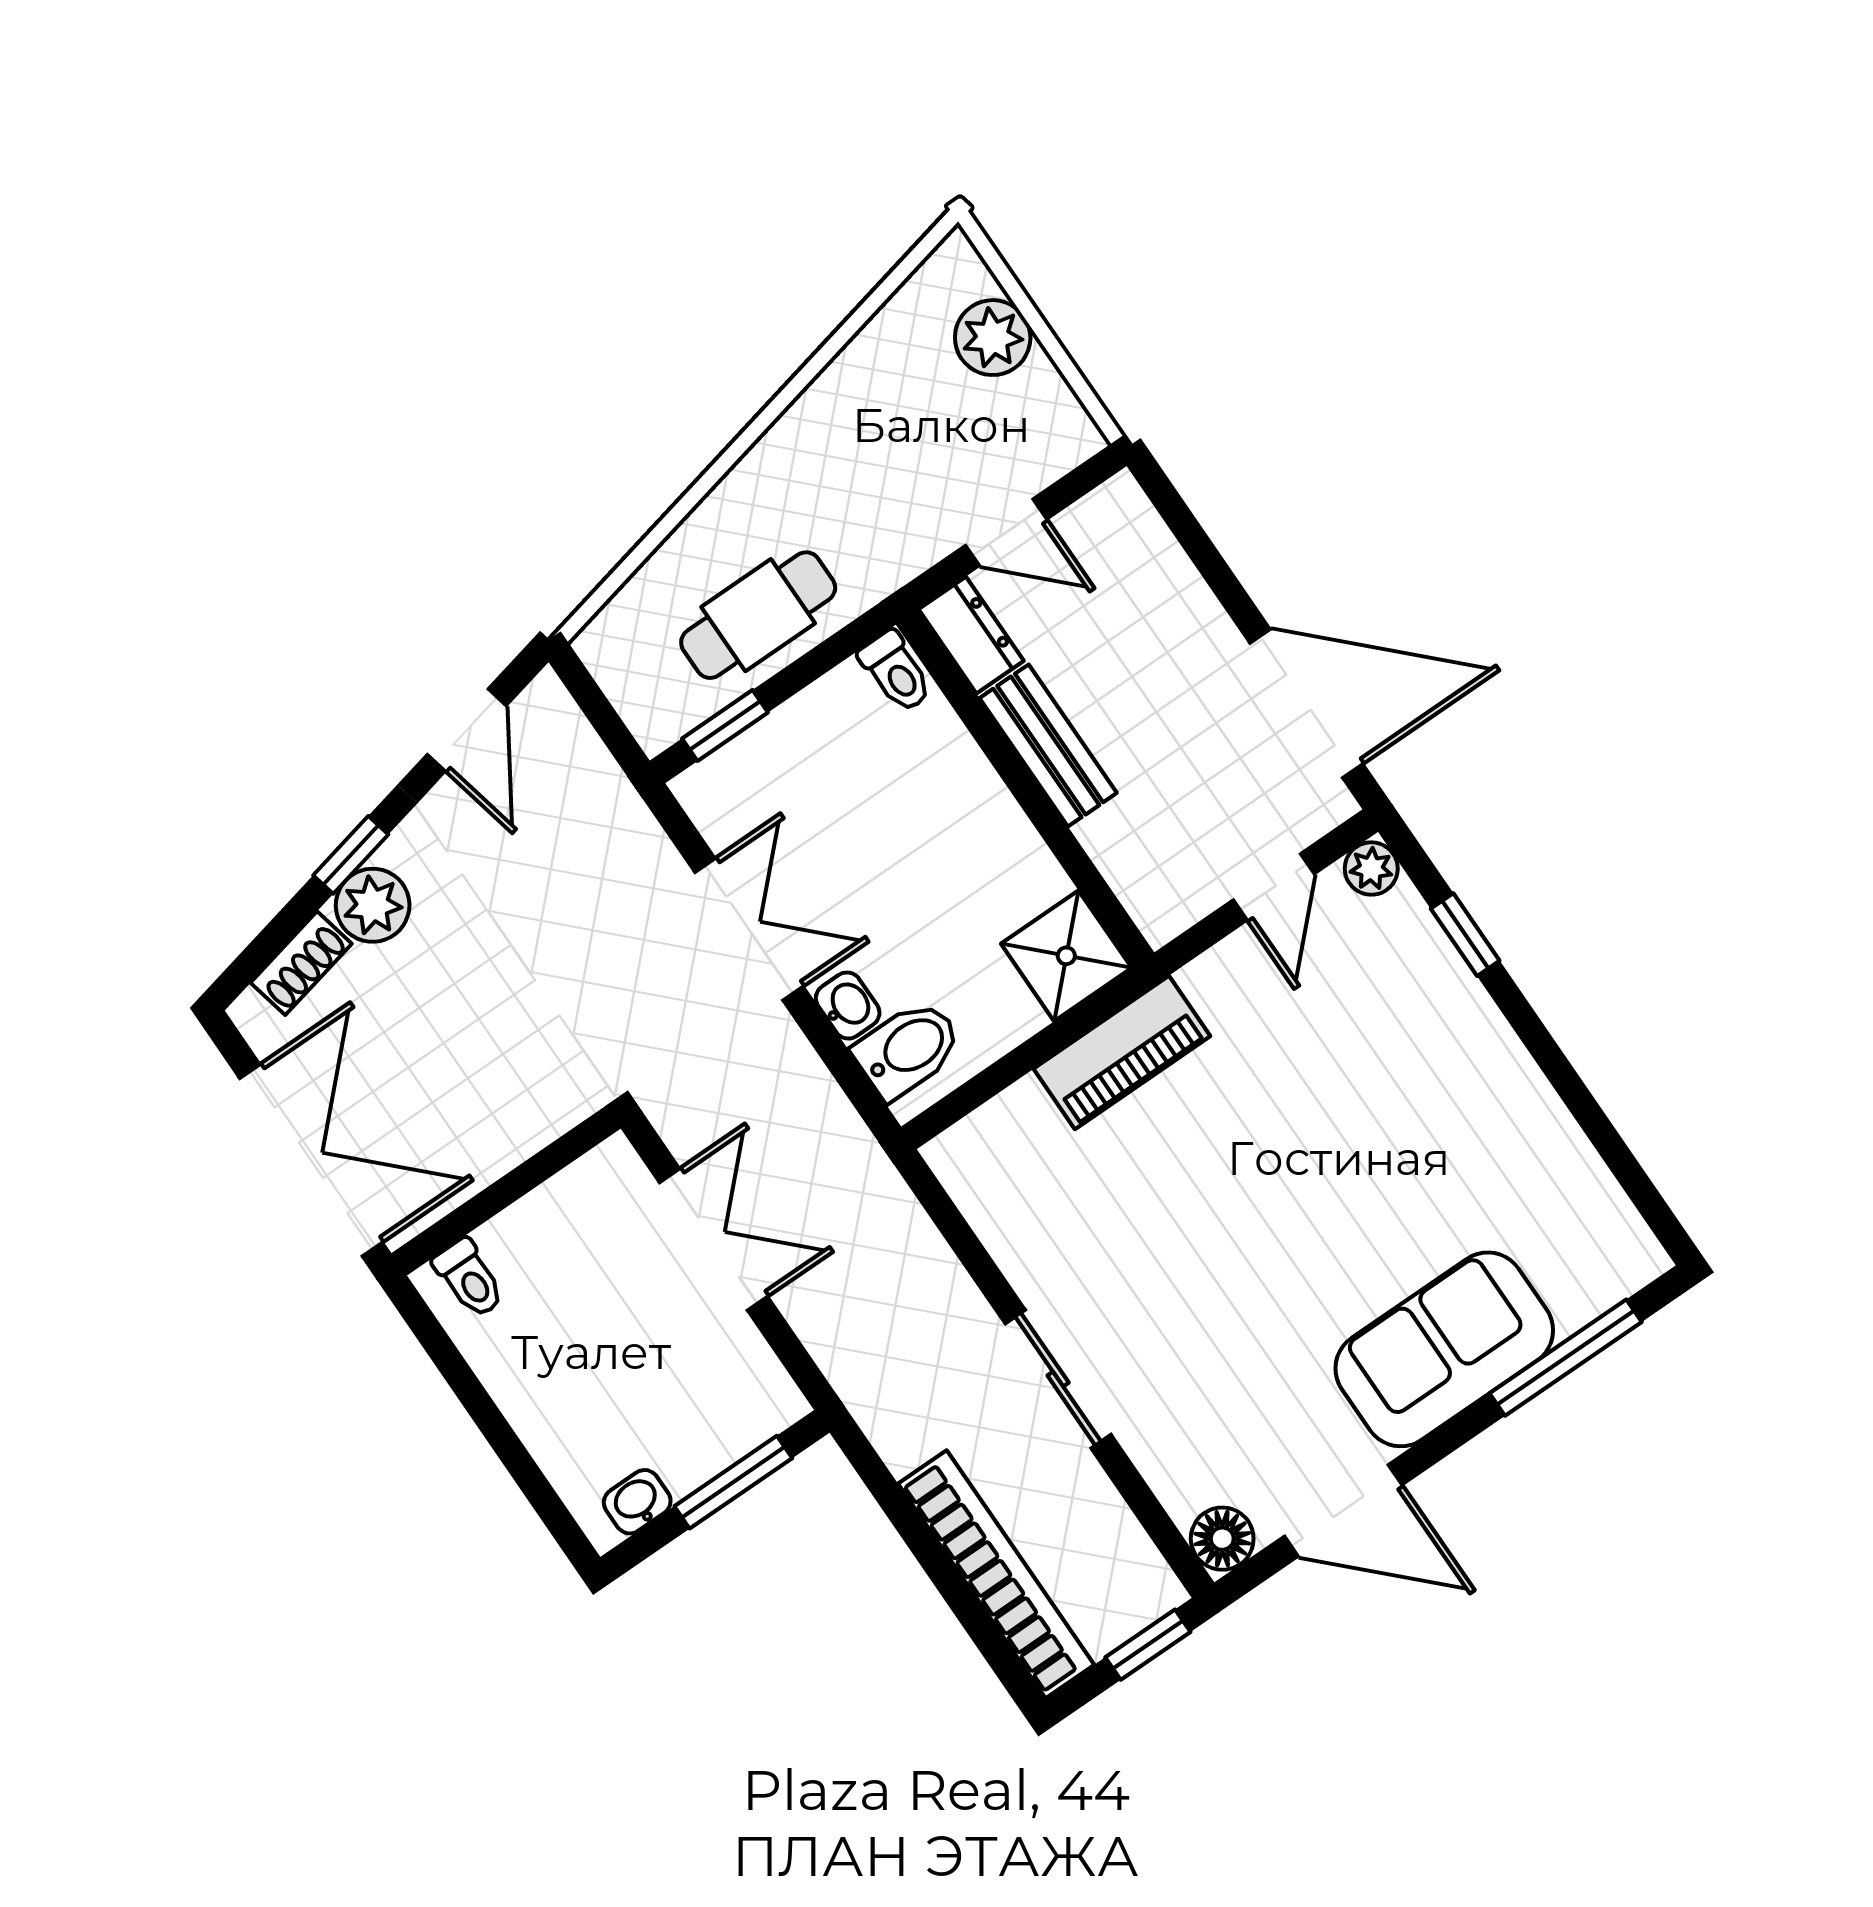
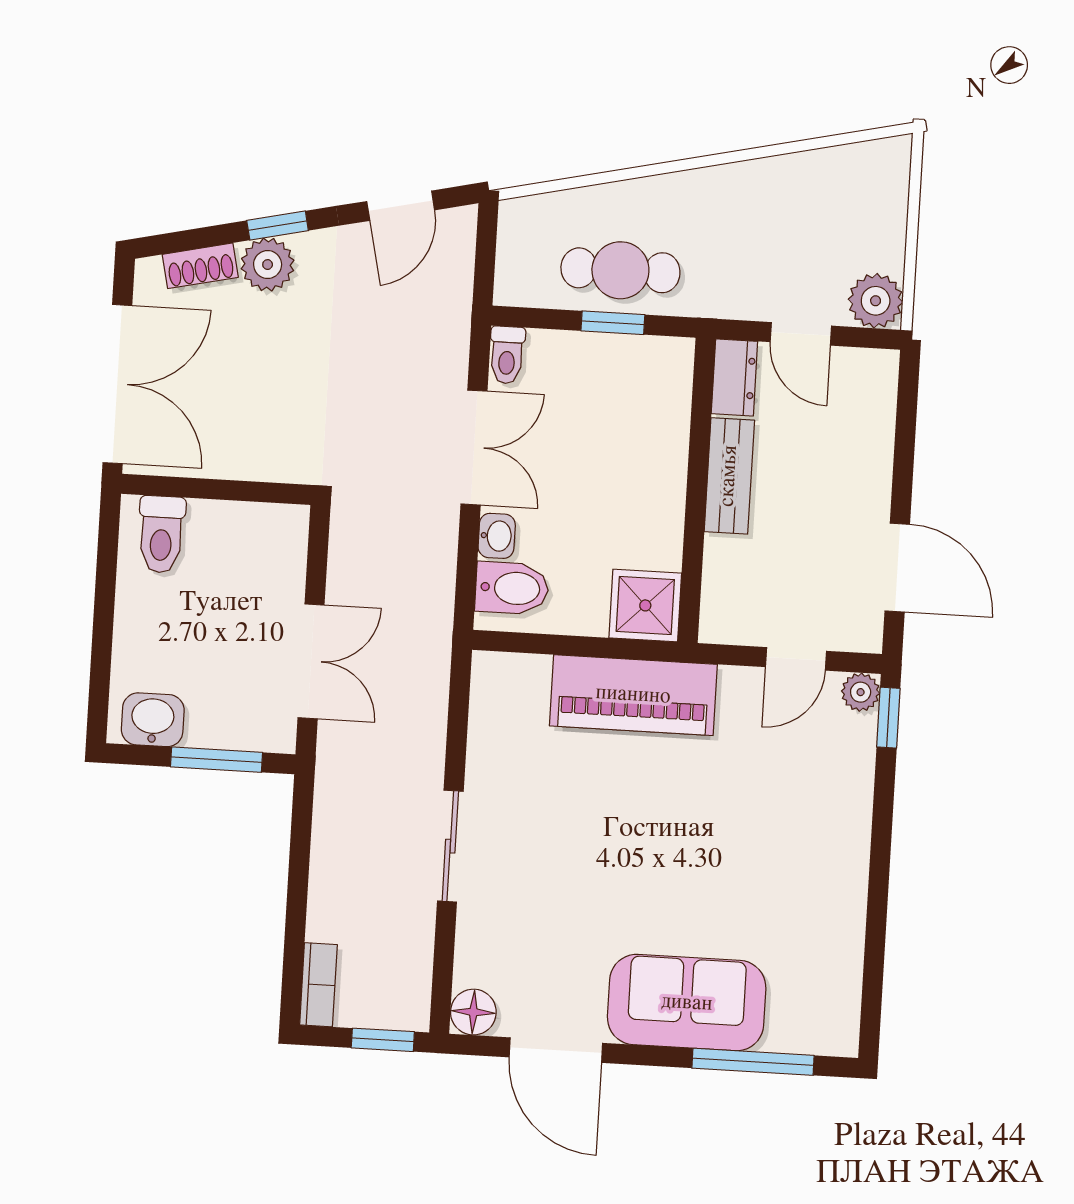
plant: (993, 338) -> (876, 301), moved
toilet: (896, 672) -> (507, 355), moved
door: (1306, 703) -> (897, 568), width x0.73
window: (725, 725) -> (613, 323), moved
window: (1465, 935) -> (888, 718), moved
piano: (1122, 1052) -> (633, 695), width x1.37, depth x1.33
double door: (714, 1239) -> (311, 661), moved
toilet: (469, 1278) -> (161, 534), width x1.37, depth x1.39
washbasin: (637, 1502) -> (153, 720), width x1.38, depth x1.45
bookcase: (996, 1574) -> (318, 985), width x0.43, depth x0.76

